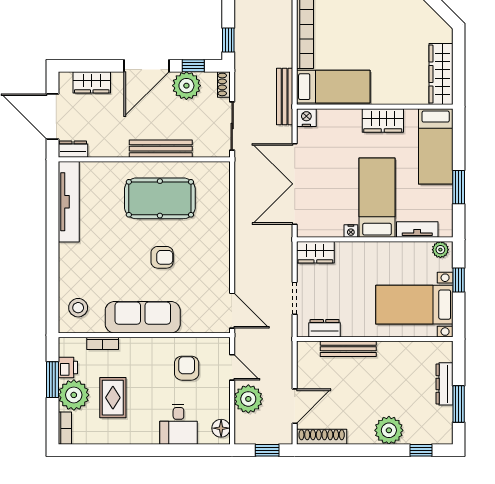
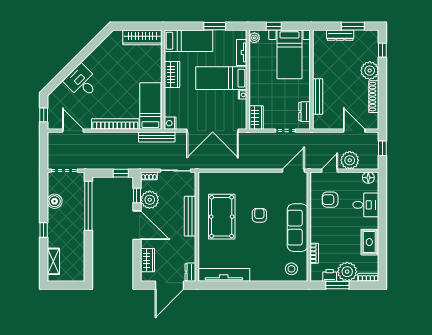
rug: (113, 398) -> (369, 242), moved, turned 90
shoe rack: (322, 437) -> (374, 97), moved

